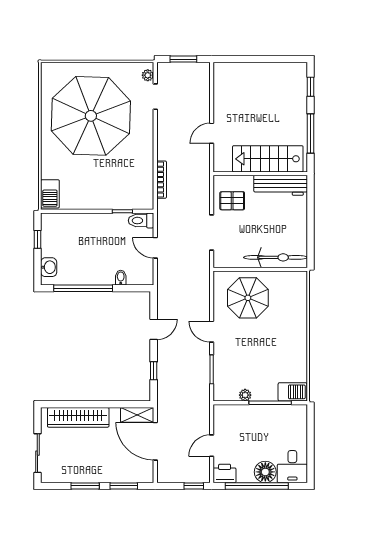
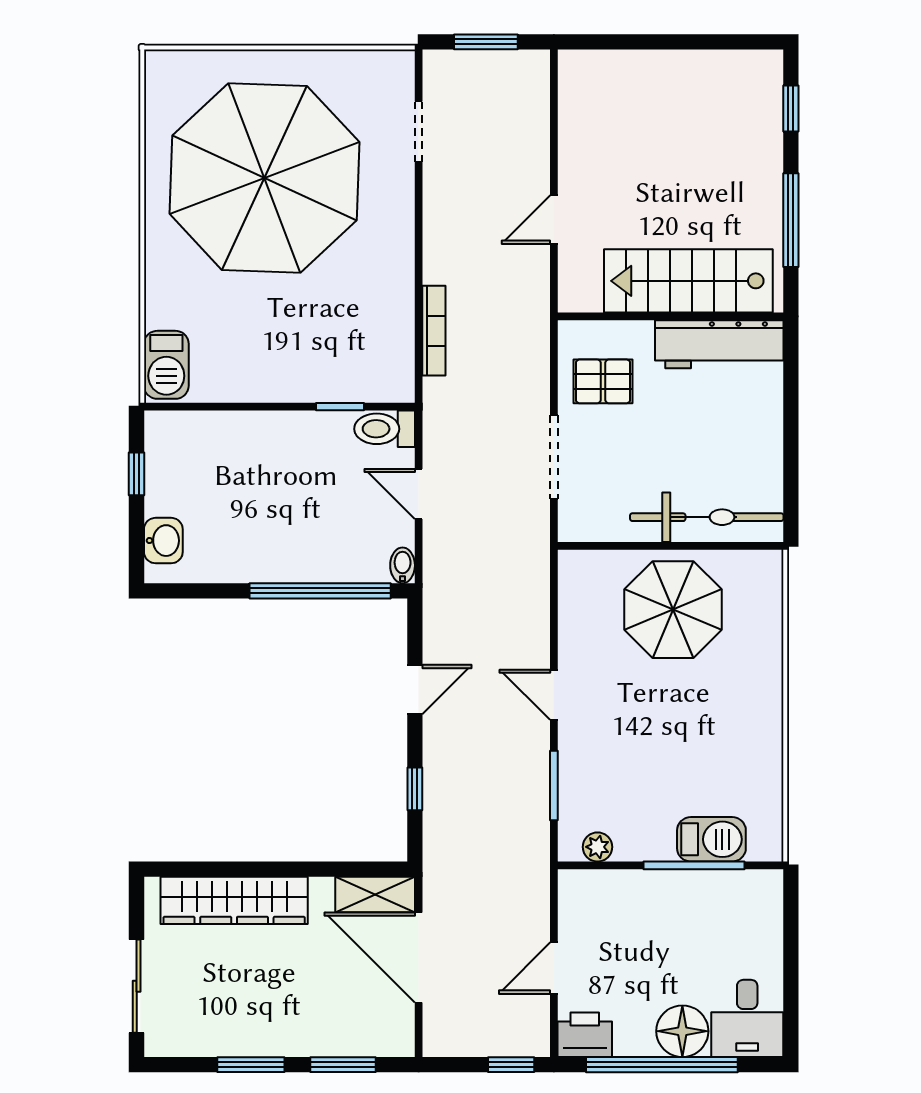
plant: (148, 75) -> (401, 81), removed
bidet: (121, 278) -> (403, 565), moved
window: (83, 288) -> (320, 591), moved
parasol: (248, 298) -> (673, 610), moved
barbecue: (293, 392) -> (711, 839), moved
plant: (245, 395) -> (598, 847), moved

